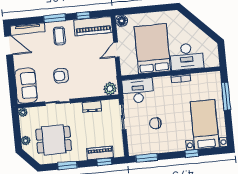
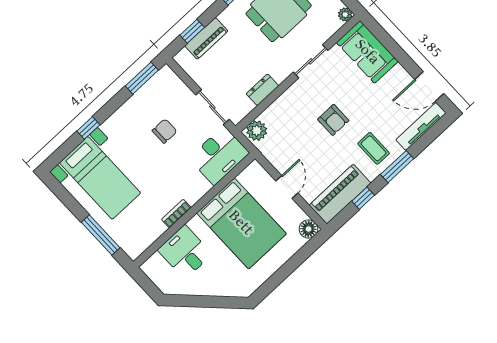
desk: (187, 57) -> (185, 252), width x0.73
armchair: (61, 76) -> (333, 120), moved, turned 90

